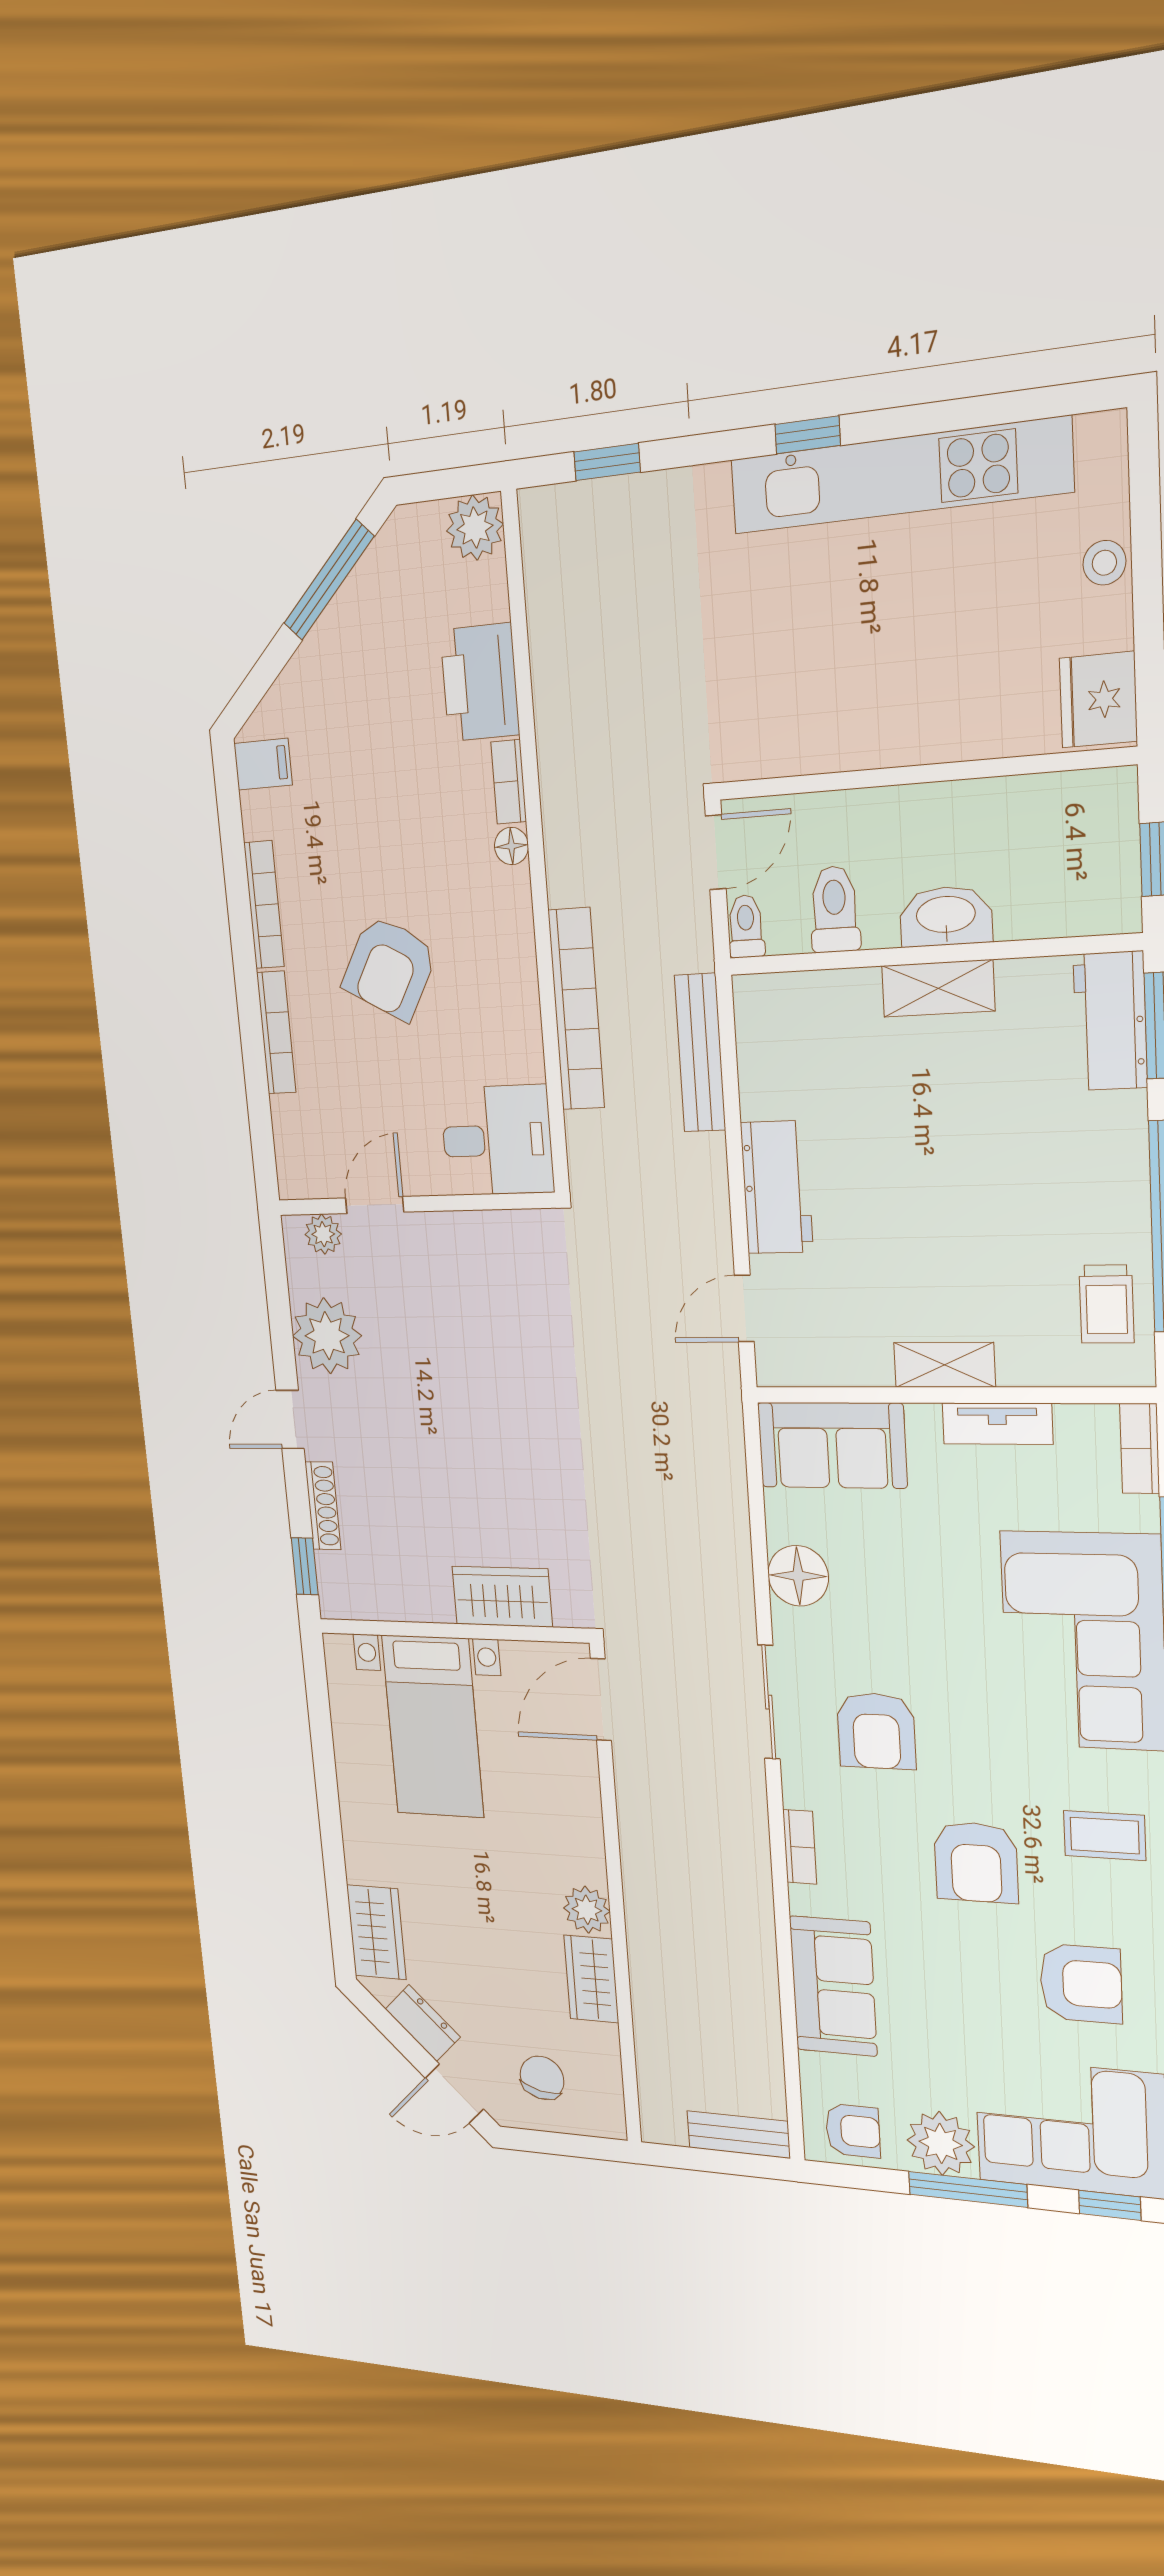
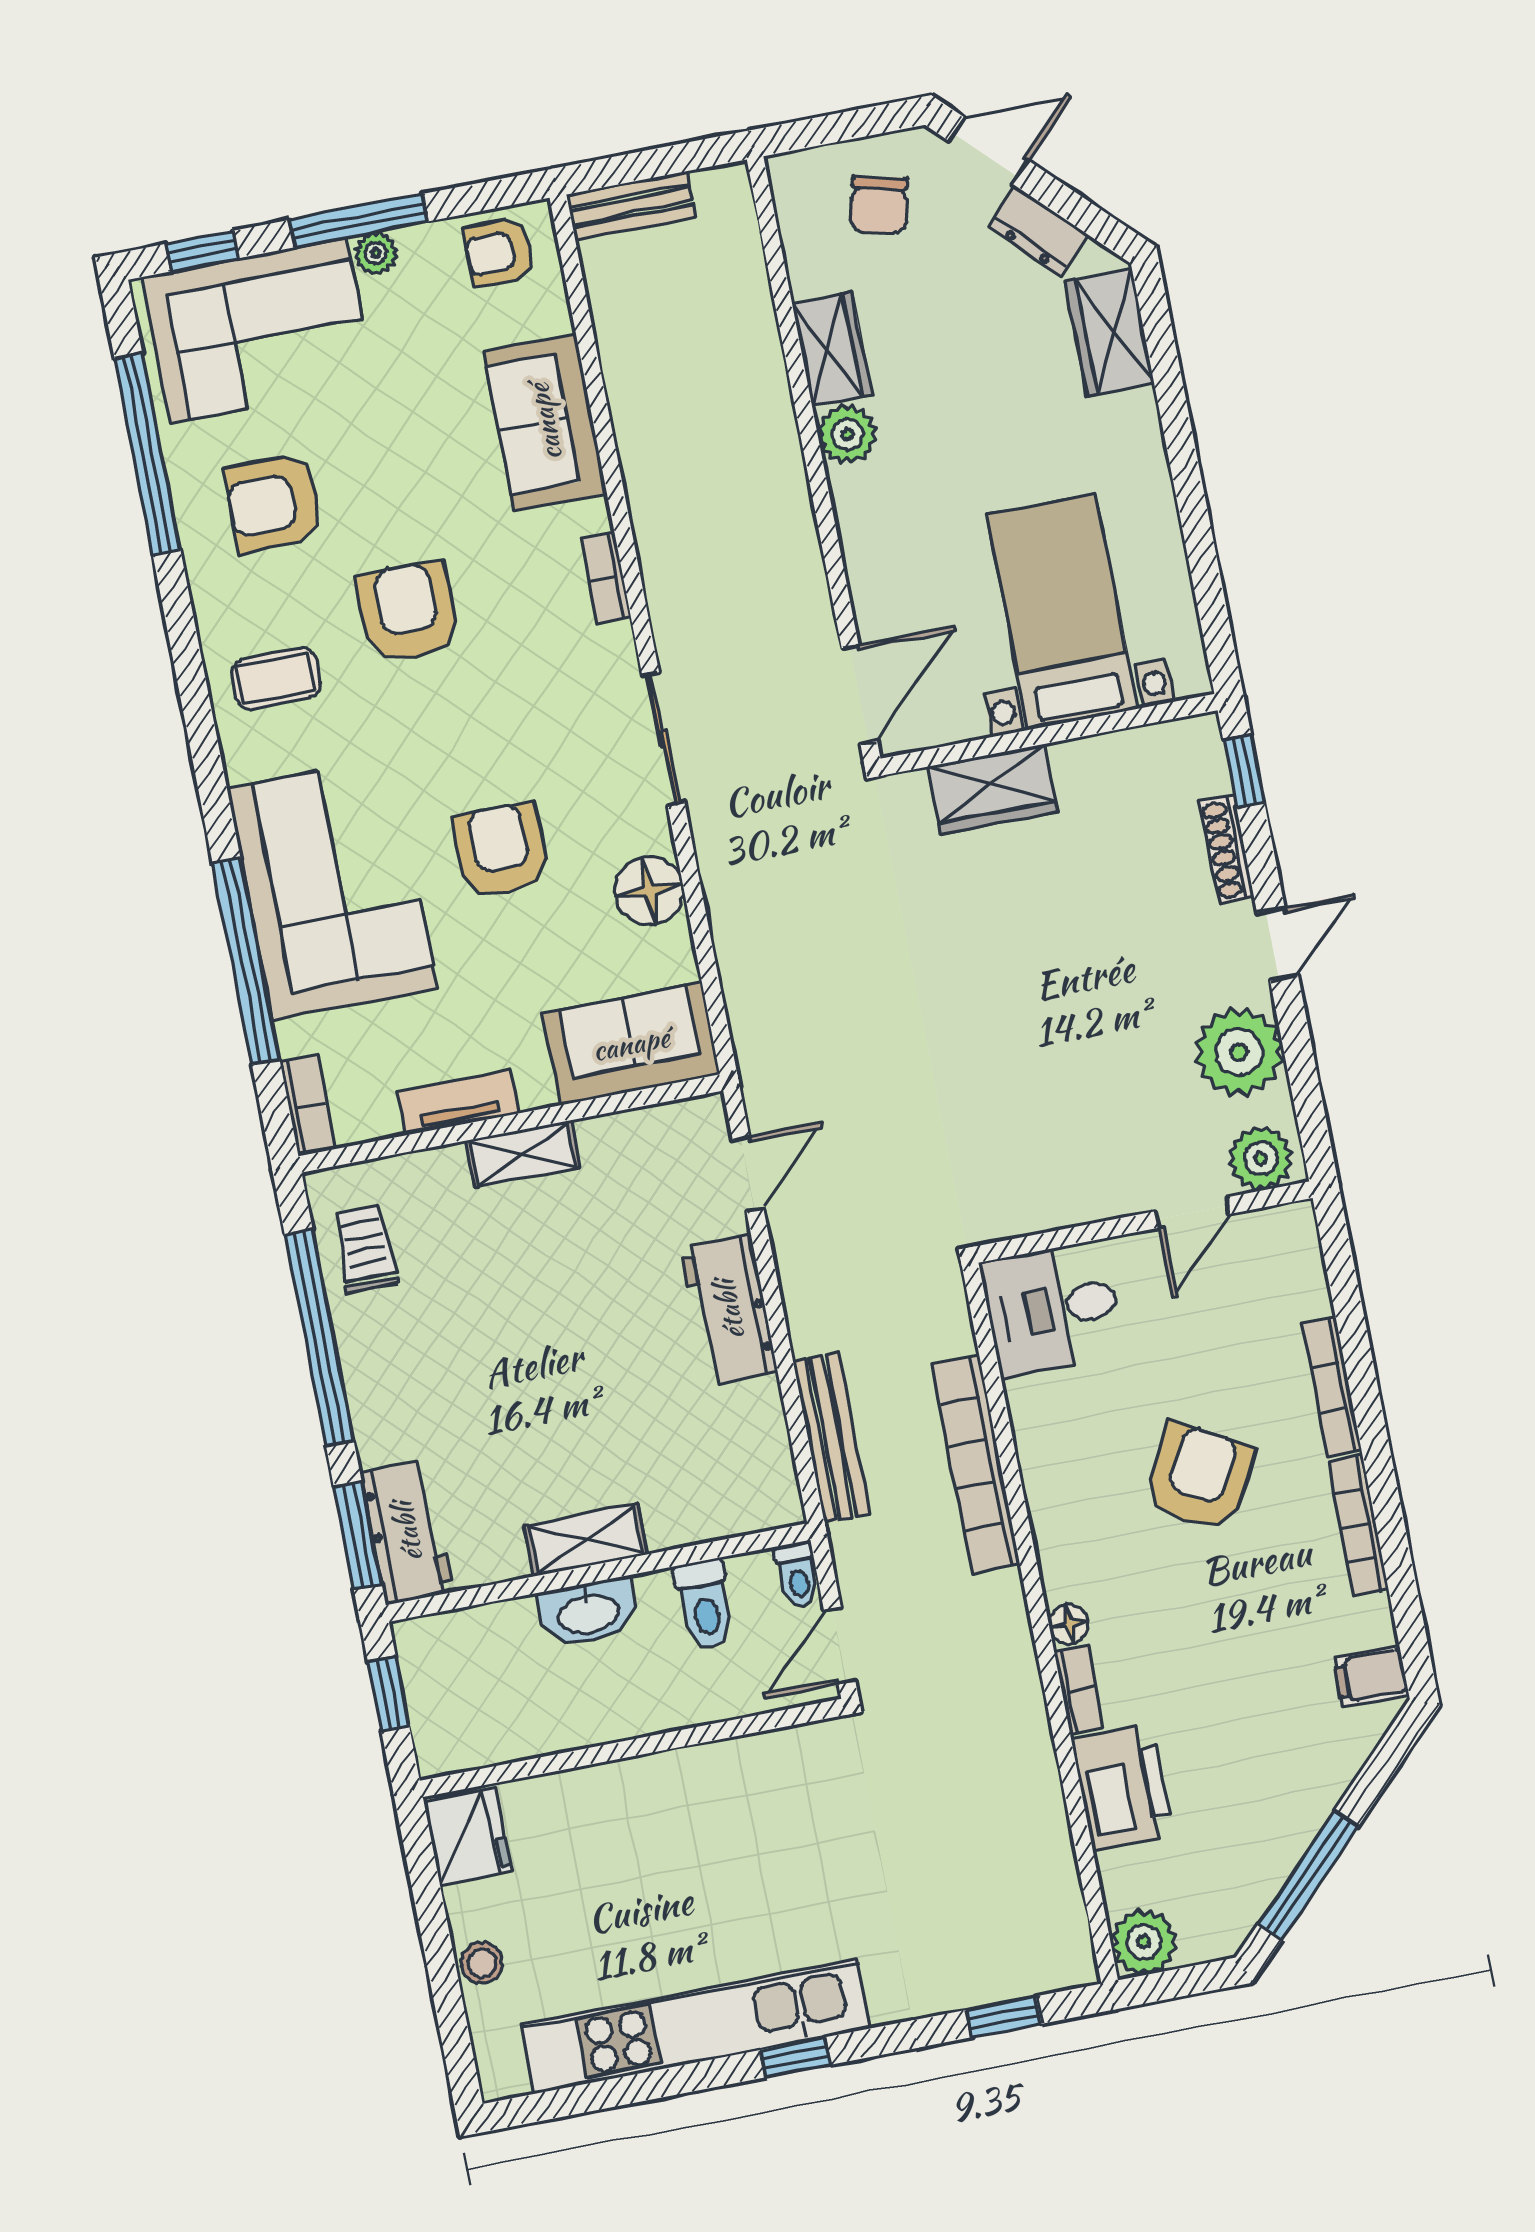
plant: (323, 1234) -> (1261, 1158), width x1.38, depth x1.38
armchair: (876, 1731) -> (501, 850), moved
plant: (941, 2143) -> (376, 253), width x0.53, depth x0.53

